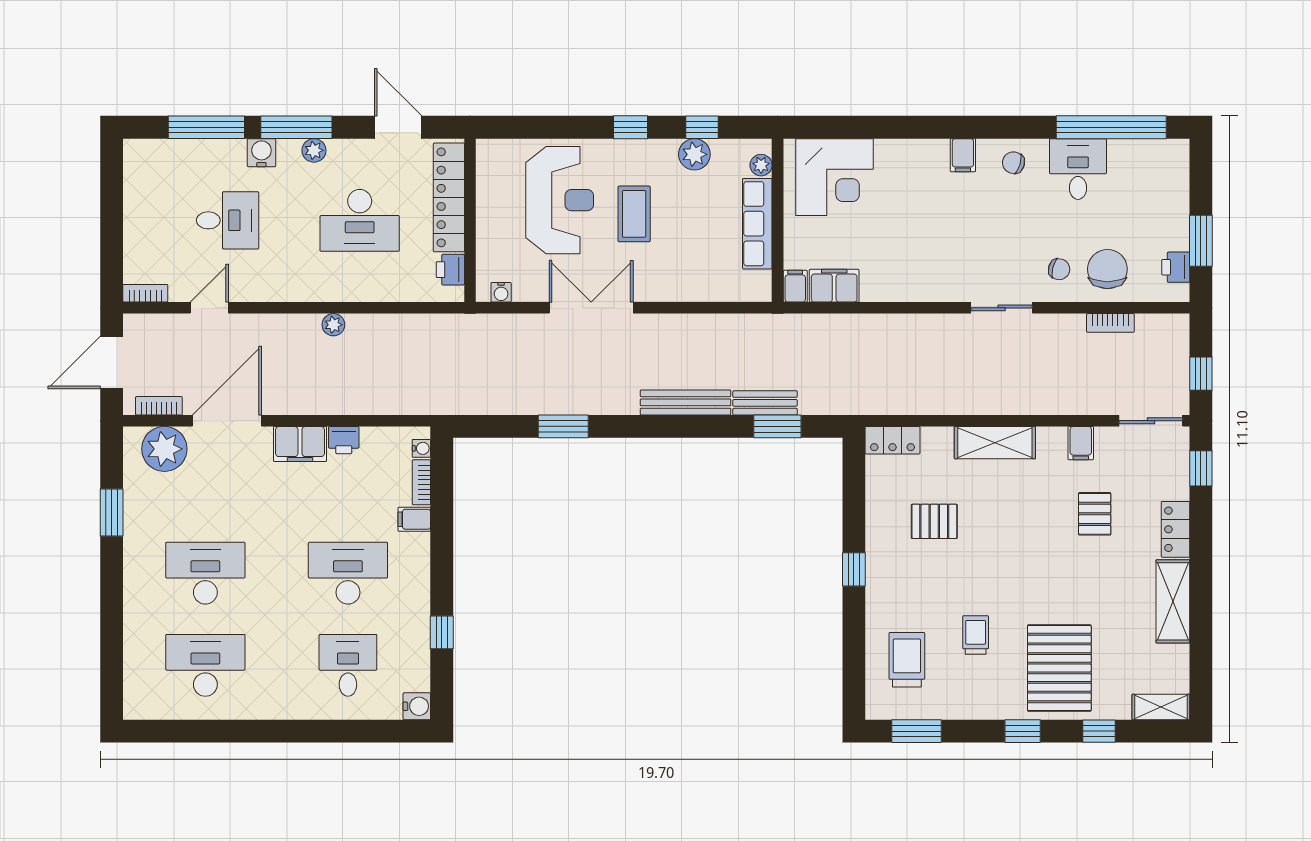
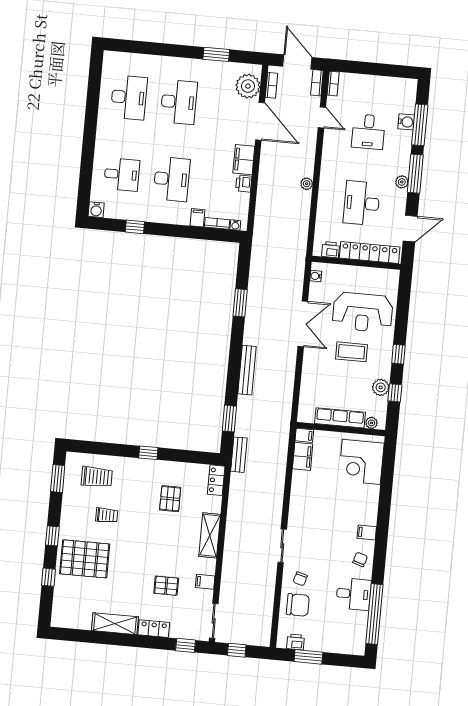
water cooler: (261, 153) -> (406, 122), moved
bookcase: (1110, 323) -> (317, 83), moved
bench: (765, 403) -> (239, 455), moved
shelving: (1161, 707) -> (58, 612), removed

